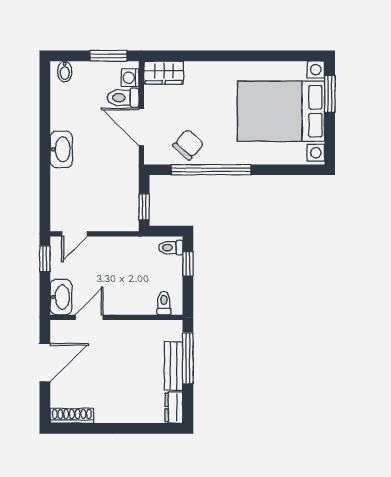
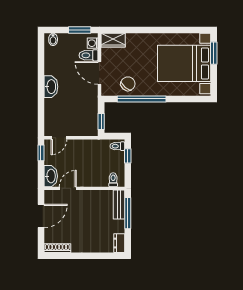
bench: (174, 366) -> (119, 204), moved

